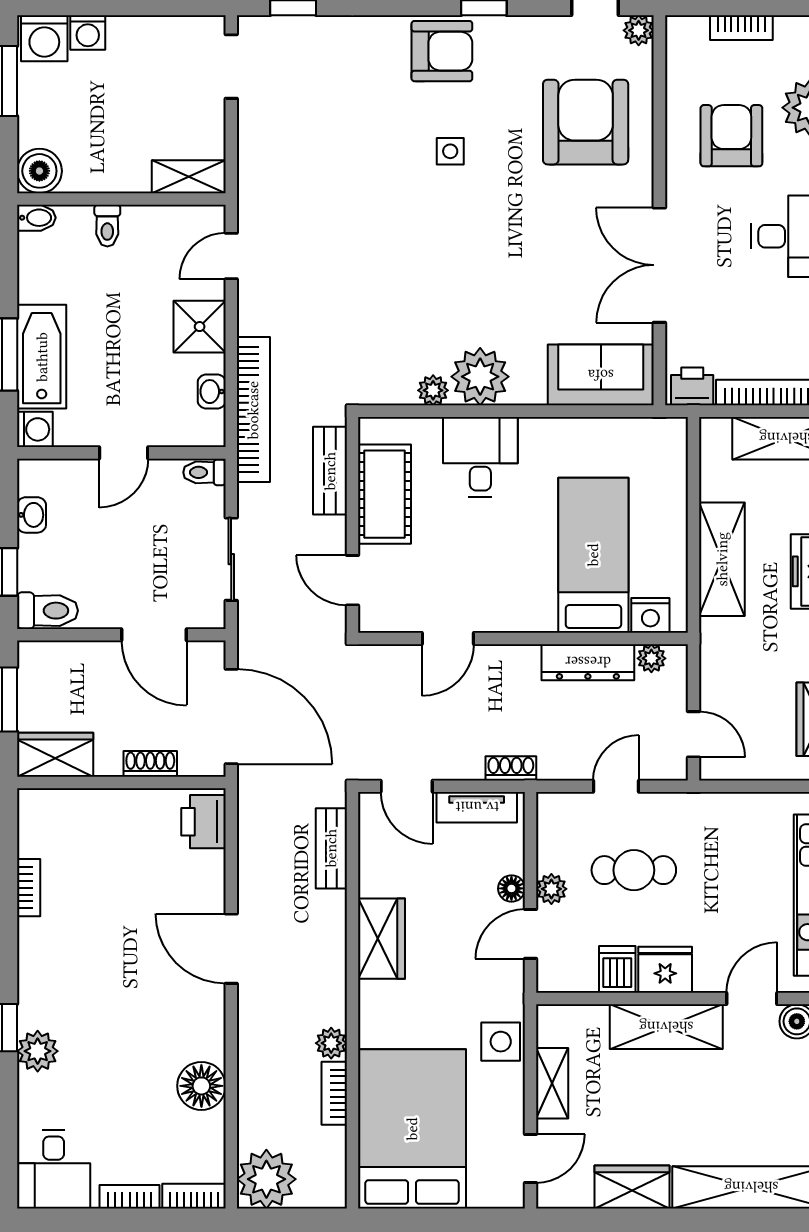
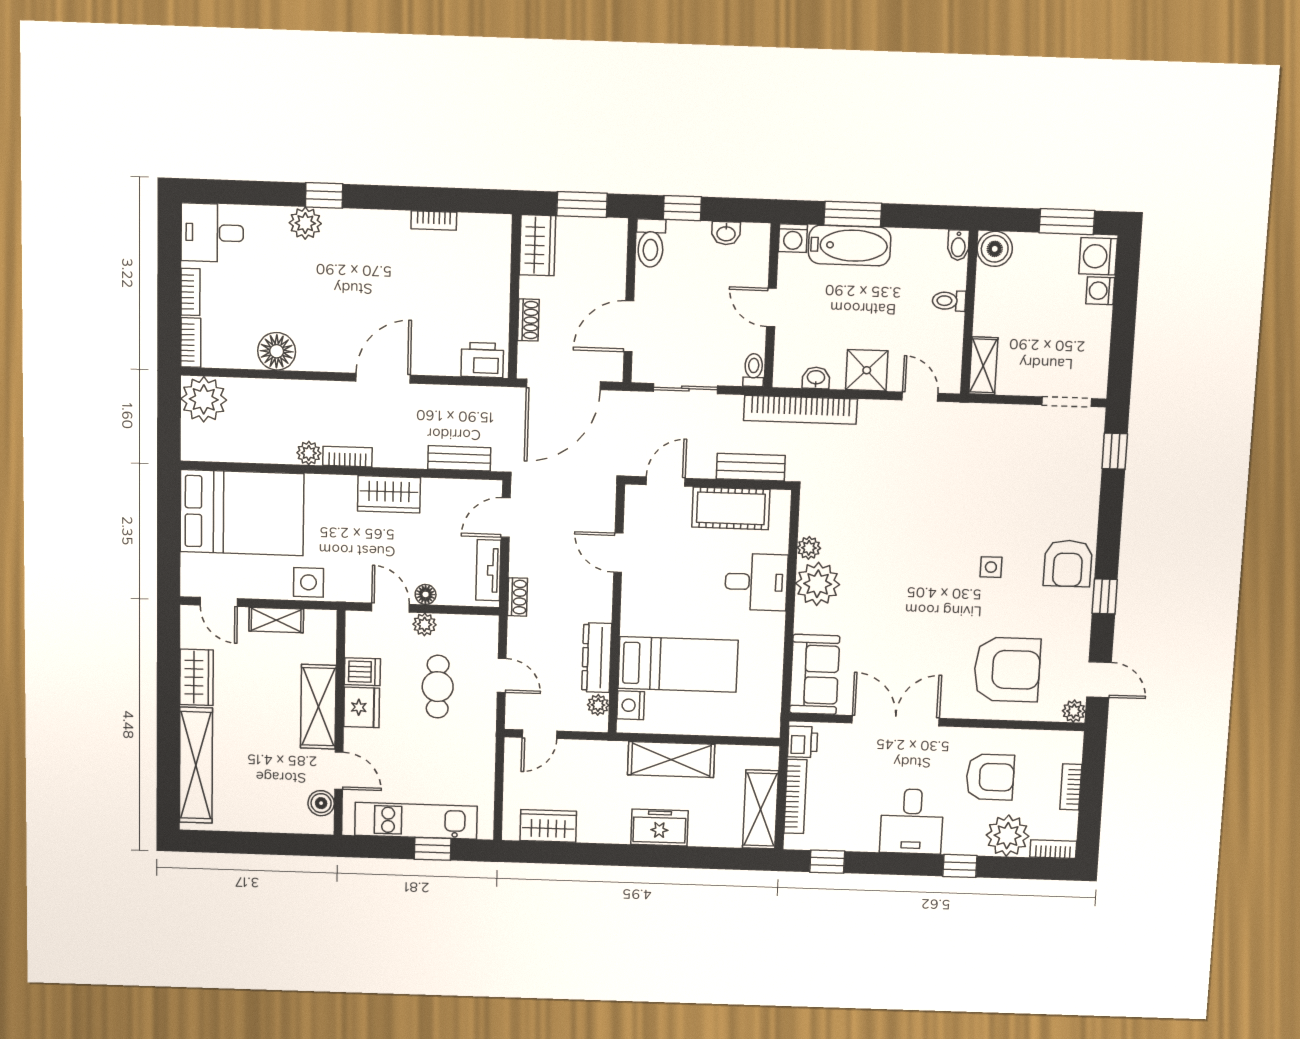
bookcase: (334, 1093) -> (347, 457), moved

